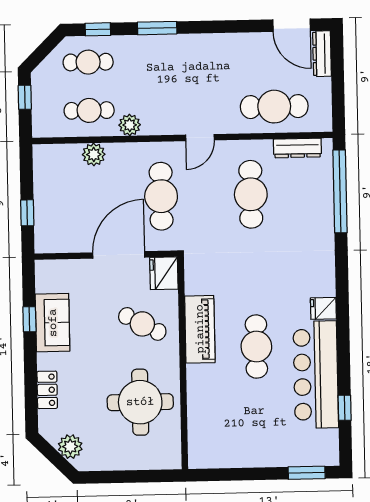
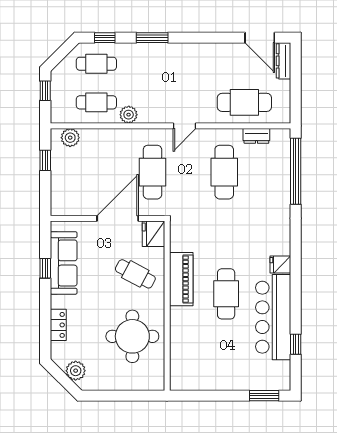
dresser: (297, 148) -> (256, 136), width x0.70
plant: (94, 154) -> (70, 138), moved
window: (27, 213) -> (45, 160), moved
sofa: (53, 323) -> (64, 263), width x1.36

